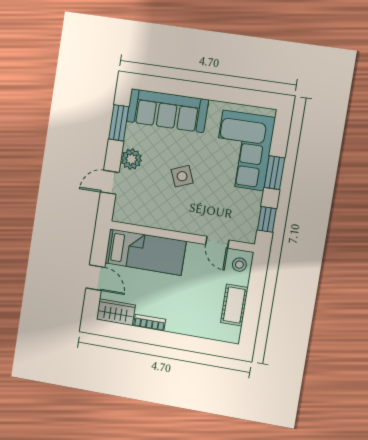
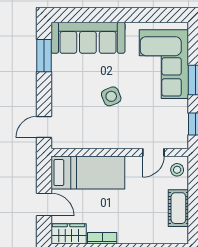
plant: (131, 159) -> (61, 88), removed
door: (110, 182) -> (44, 127), moved
door: (217, 242) -> (153, 152), hinge flipped

